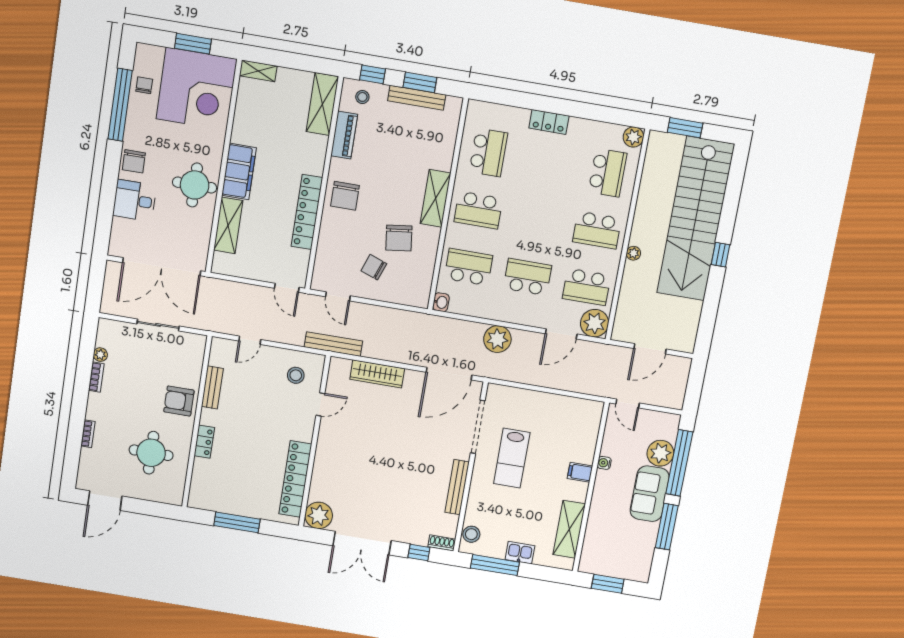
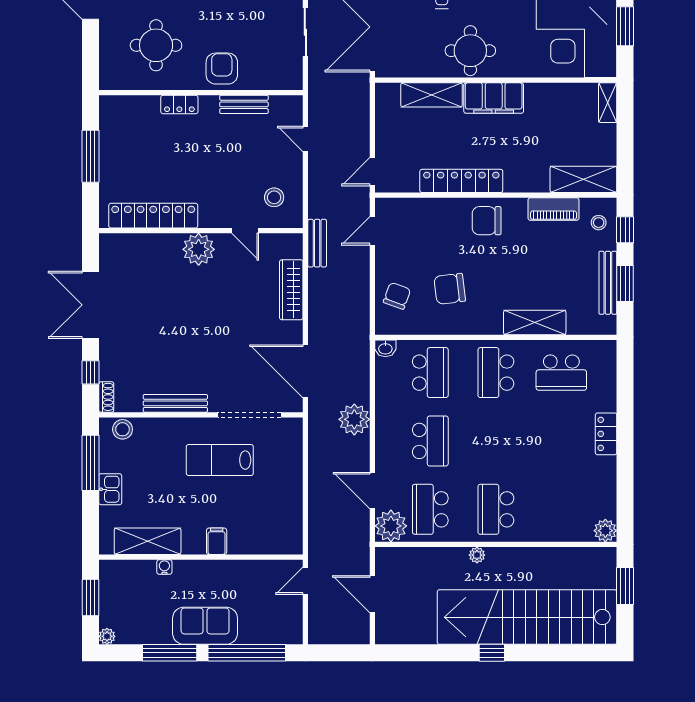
school desk: (608, 173) -> (561, 509), removed
shelving: (436, 198) -> (535, 322), moved
chair: (374, 267) -> (397, 296), moved
bench: (333, 344) -> (317, 243), width x0.73
plant: (660, 453) -> (107, 636), moved, width x0.53, depth x0.53
water cooler: (604, 463) -> (164, 567), moved
plant: (319, 515) -> (199, 249), moved

